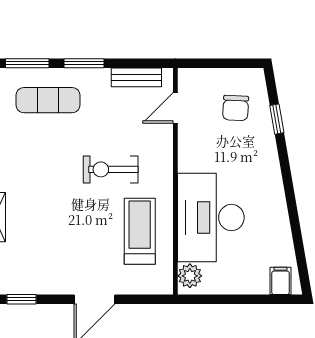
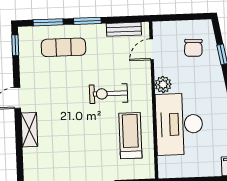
plant: (190, 276) -> (163, 84), moved

